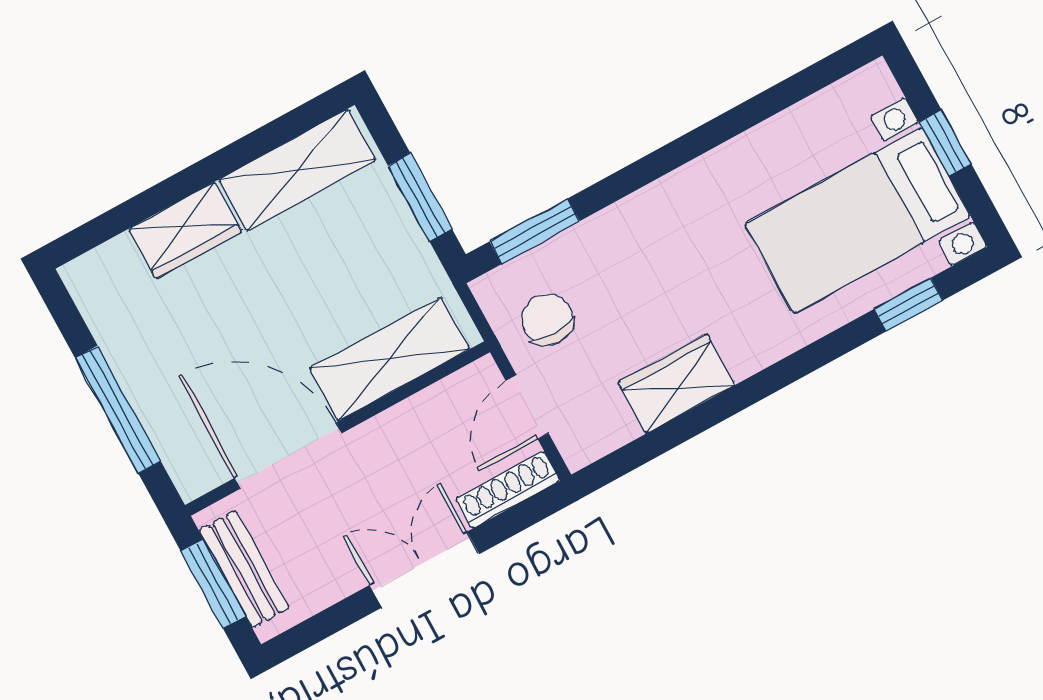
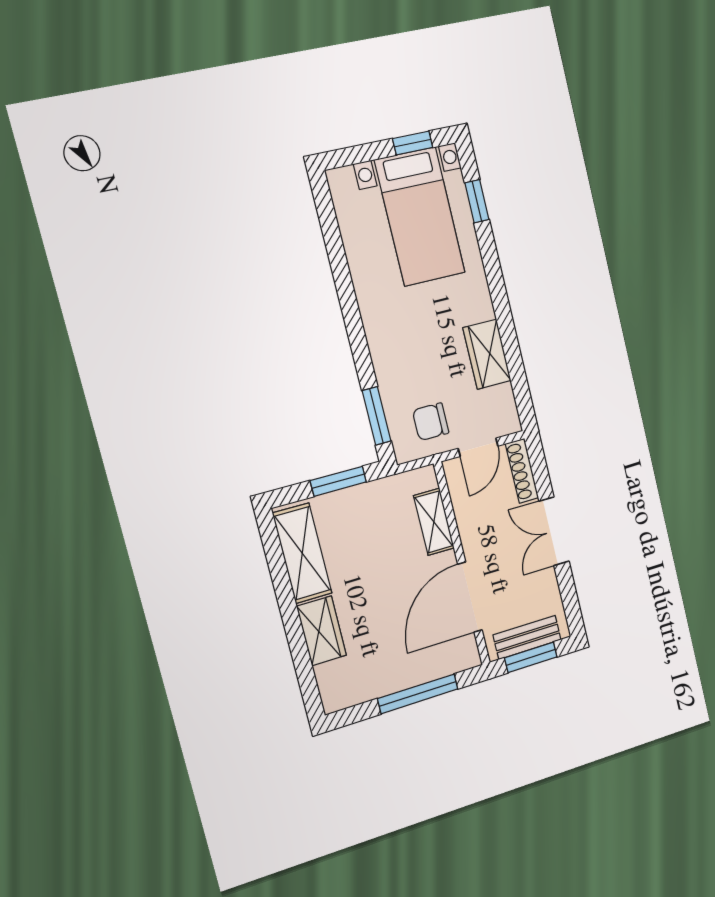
window: (945, 143) -> (413, 143), moved
shelving: (390, 359) -> (434, 522), width x0.67, depth x0.75
door: (527, 407) -> (478, 447), hinge flipped

